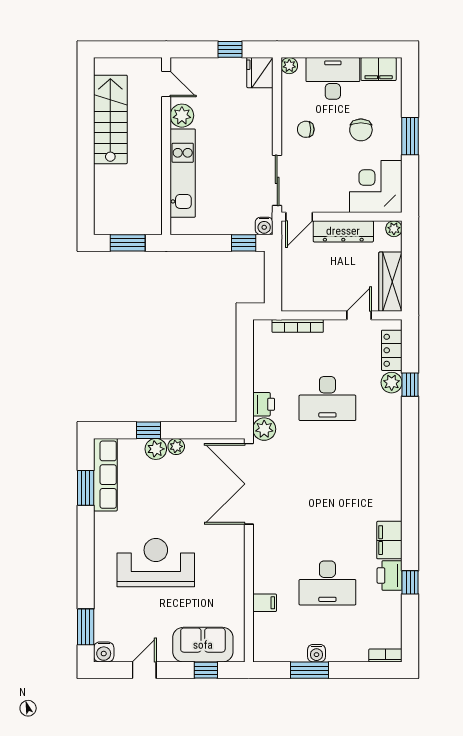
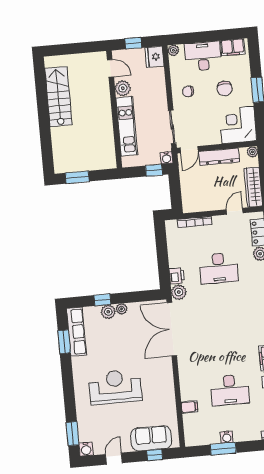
door: (166, 84) -> (110, 68), moved
plant: (182, 116) -> (123, 88), moved
wall: (166, 146) -> (114, 109), moved
kitchen unit: (183, 173) -> (127, 126), moved

